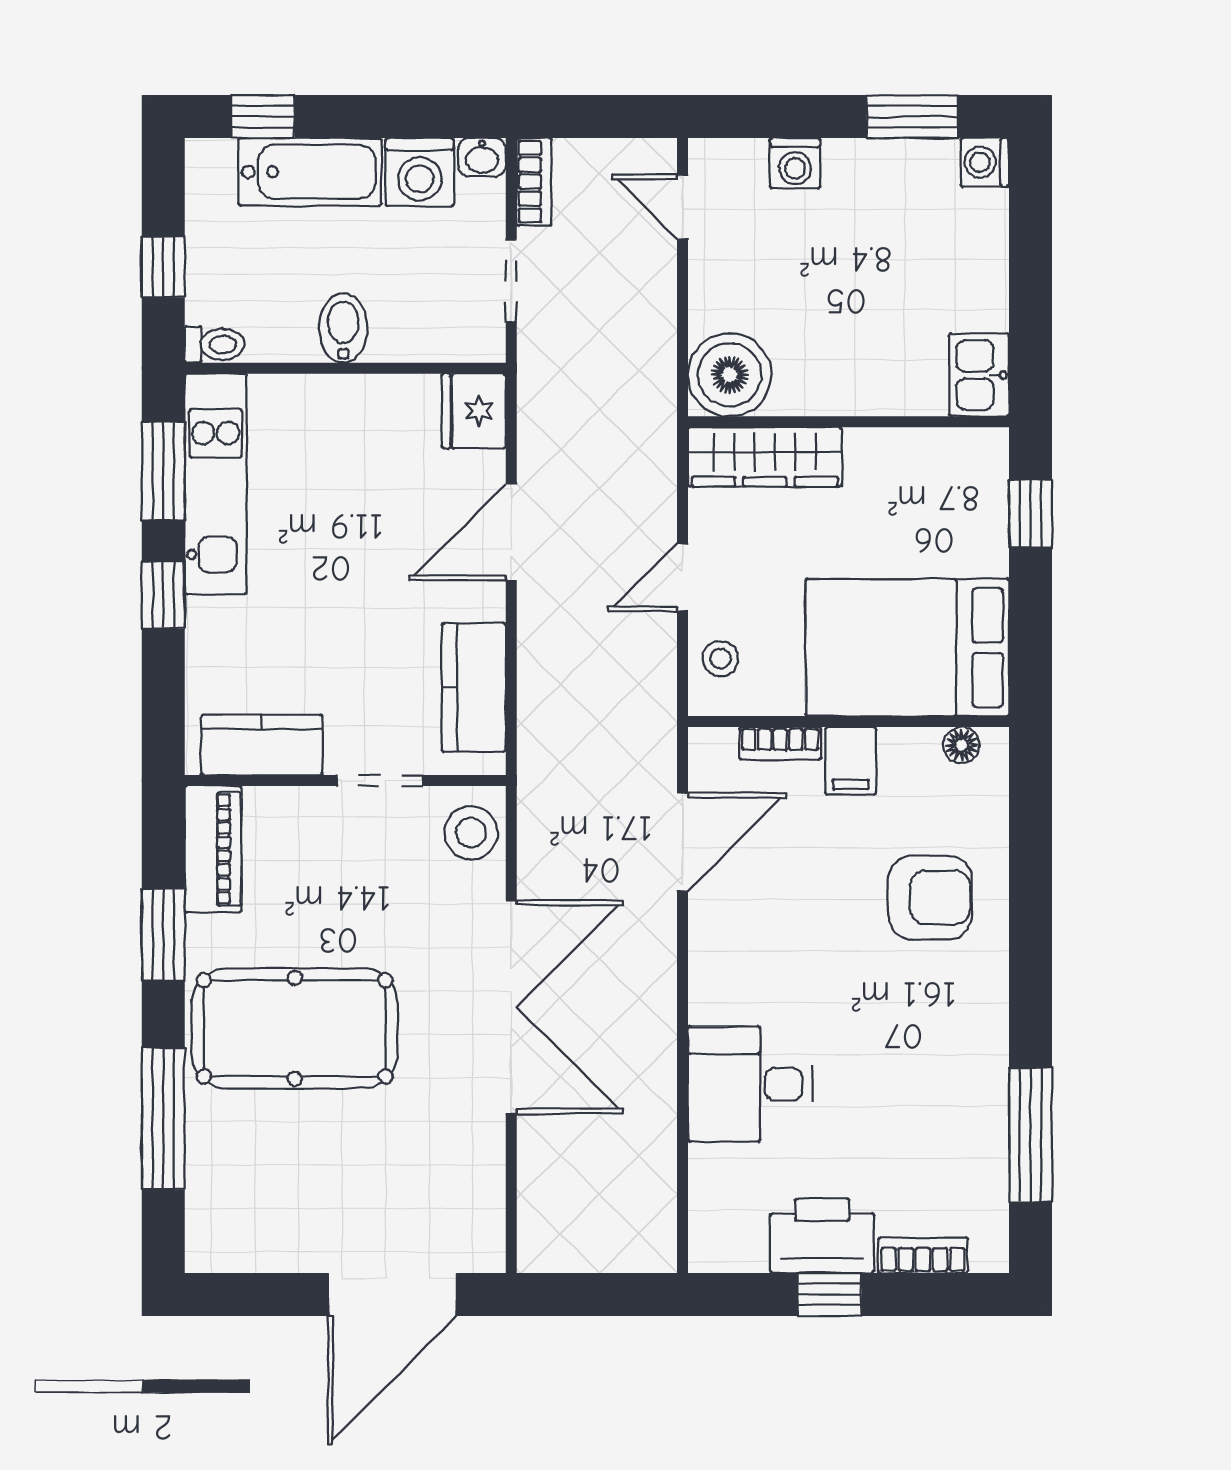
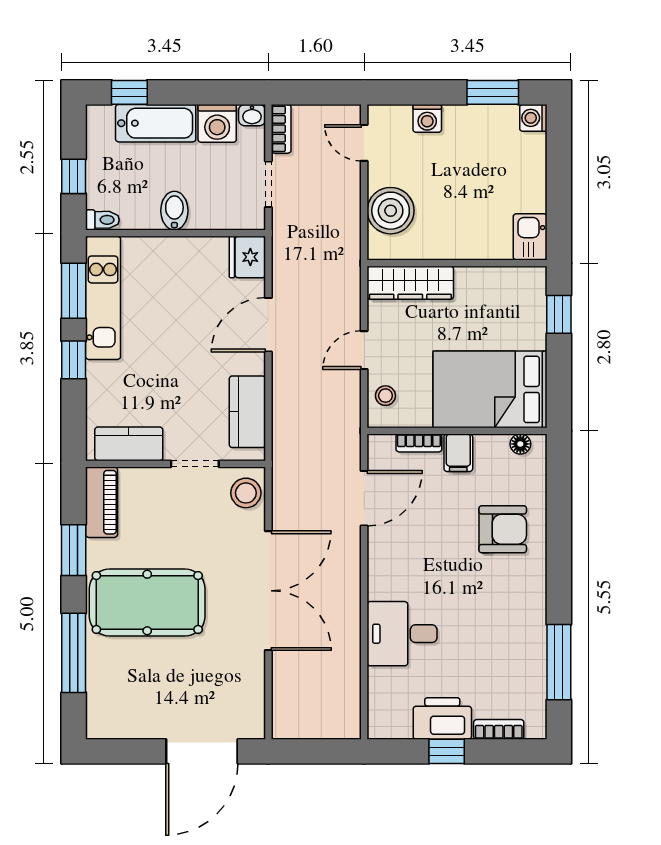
boiler: (730, 375) -> (391, 211), moved

